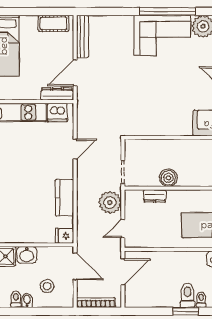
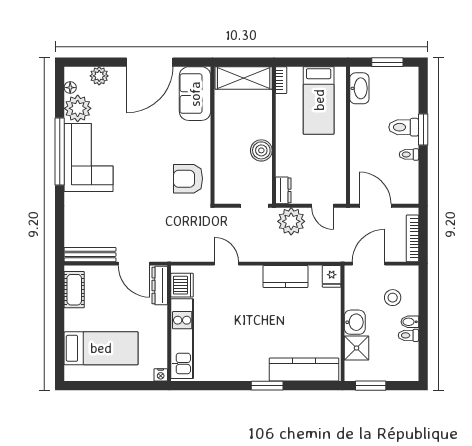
armchair: (145, 117) -> (188, 179), added
dresser: (155, 196) -> (283, 190), moved
toilet: (201, 300) -> (409, 154), moved

